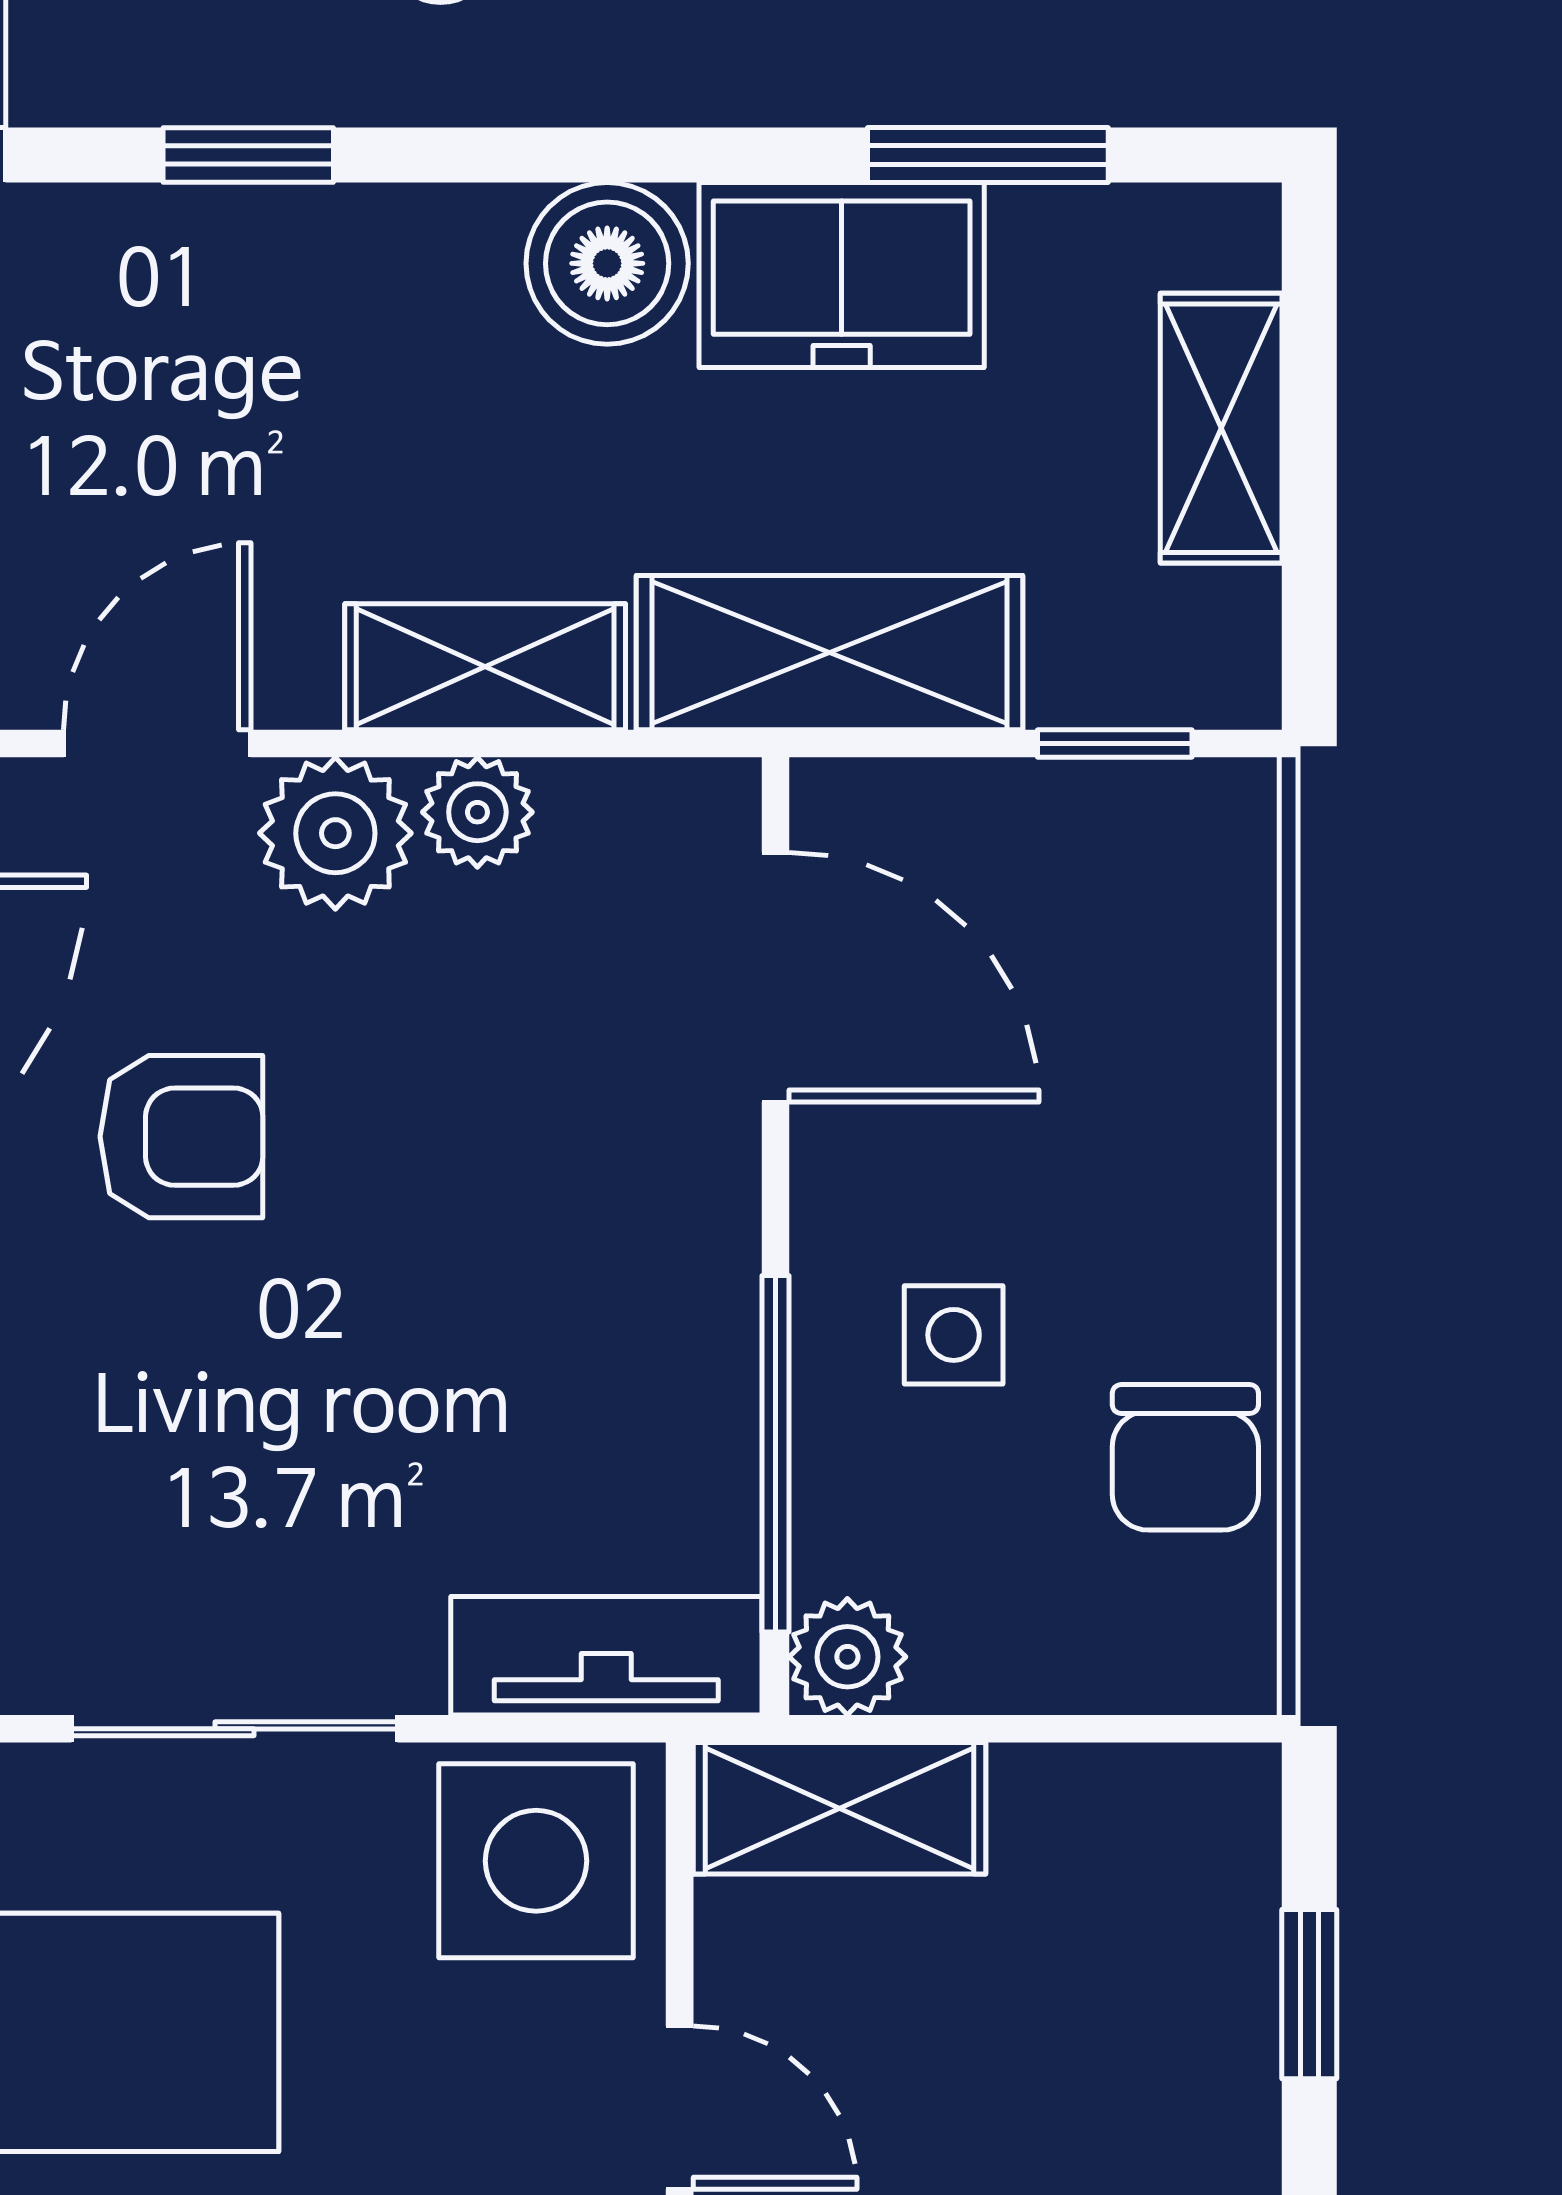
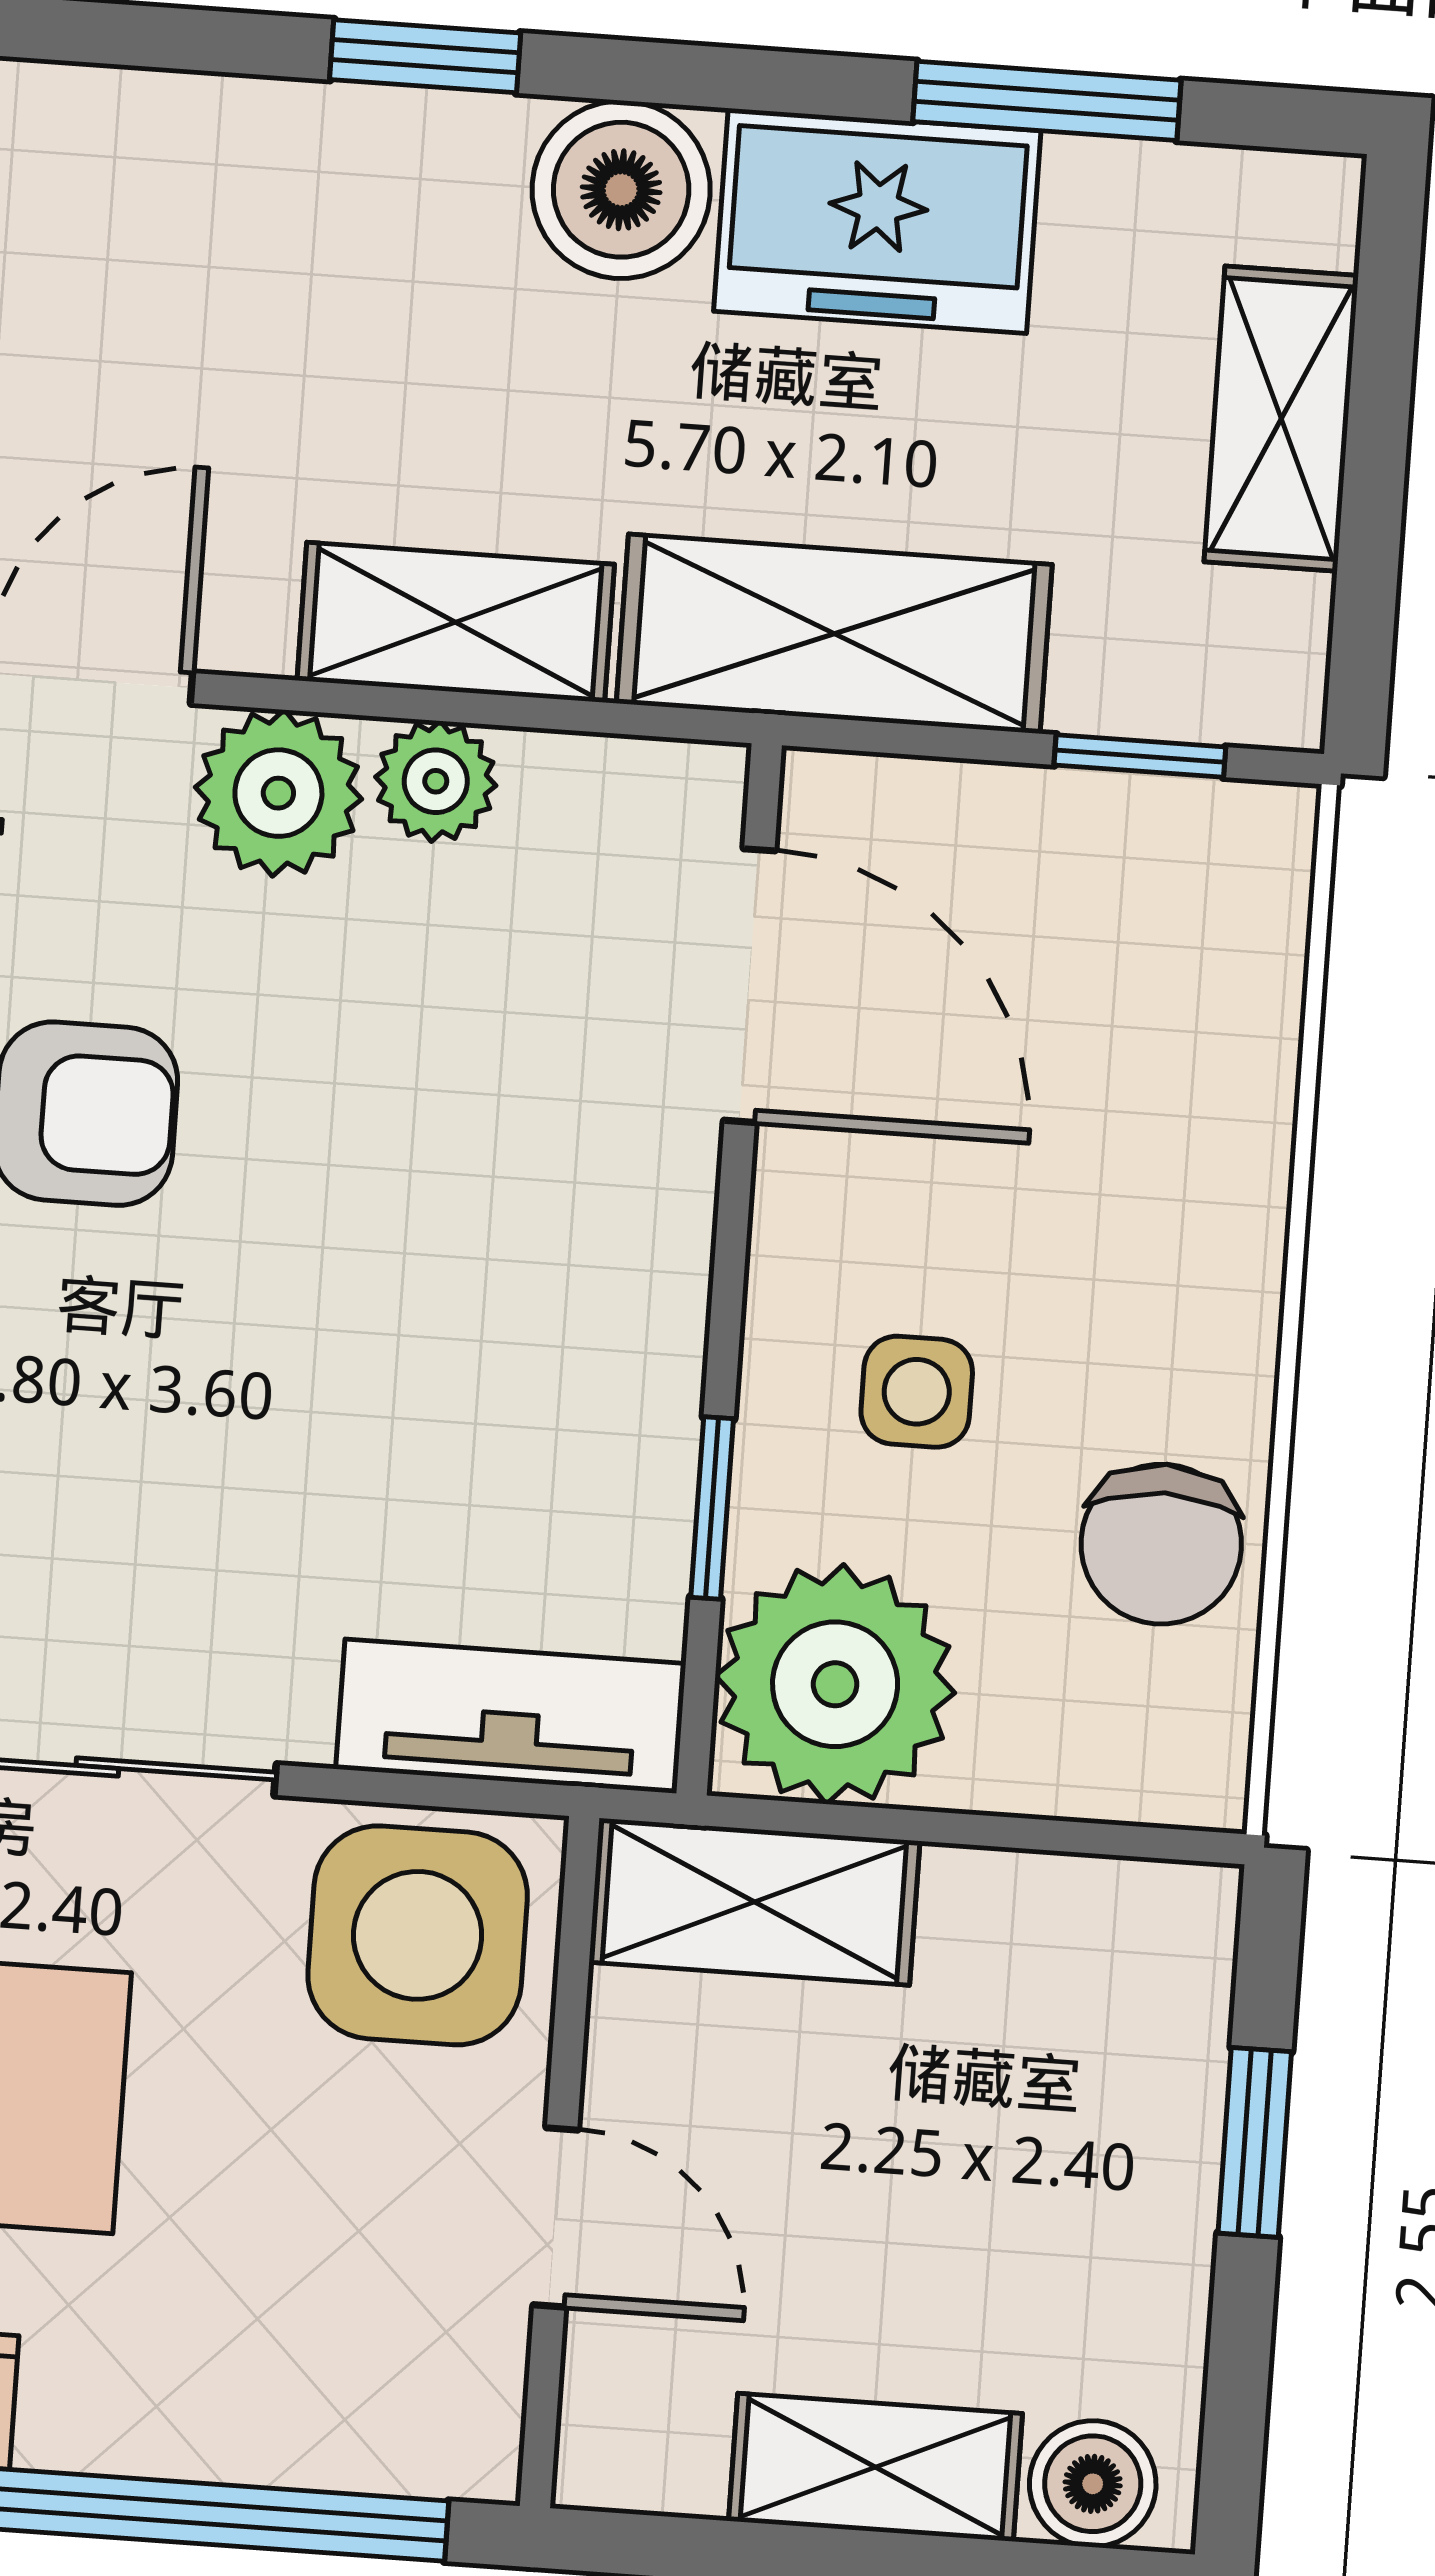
window: (248, 155) -> (425, 56), moved
window: (775, 1454) -> (712, 1508), width x0.46
plant: (847, 1657) -> (835, 1684), width x1.88, depth x1.88

